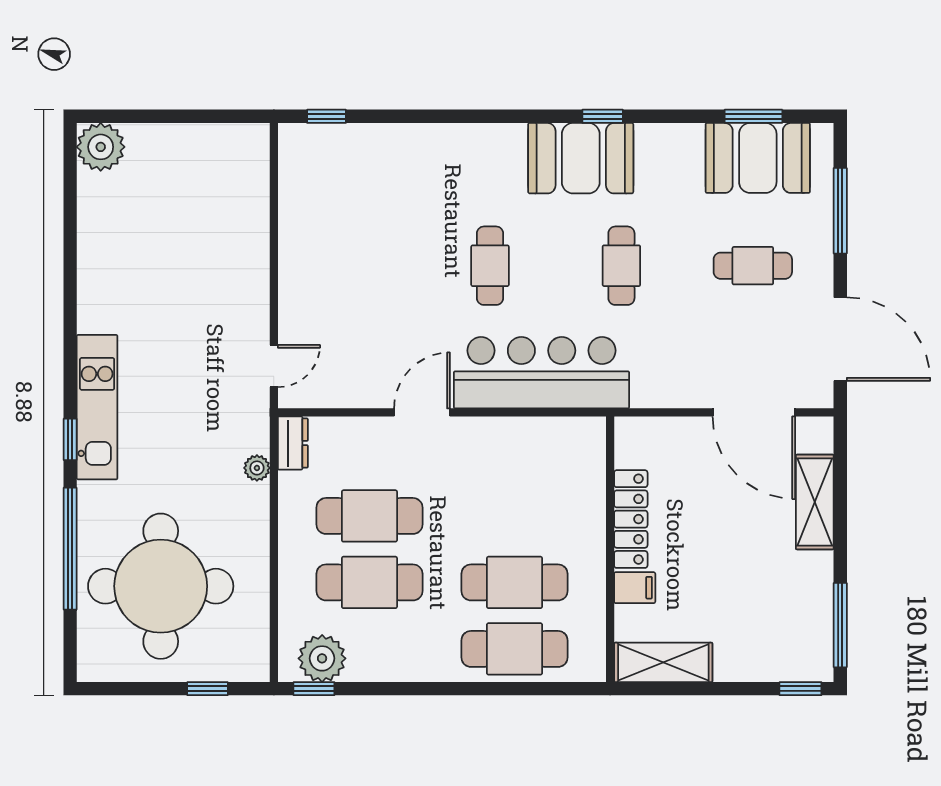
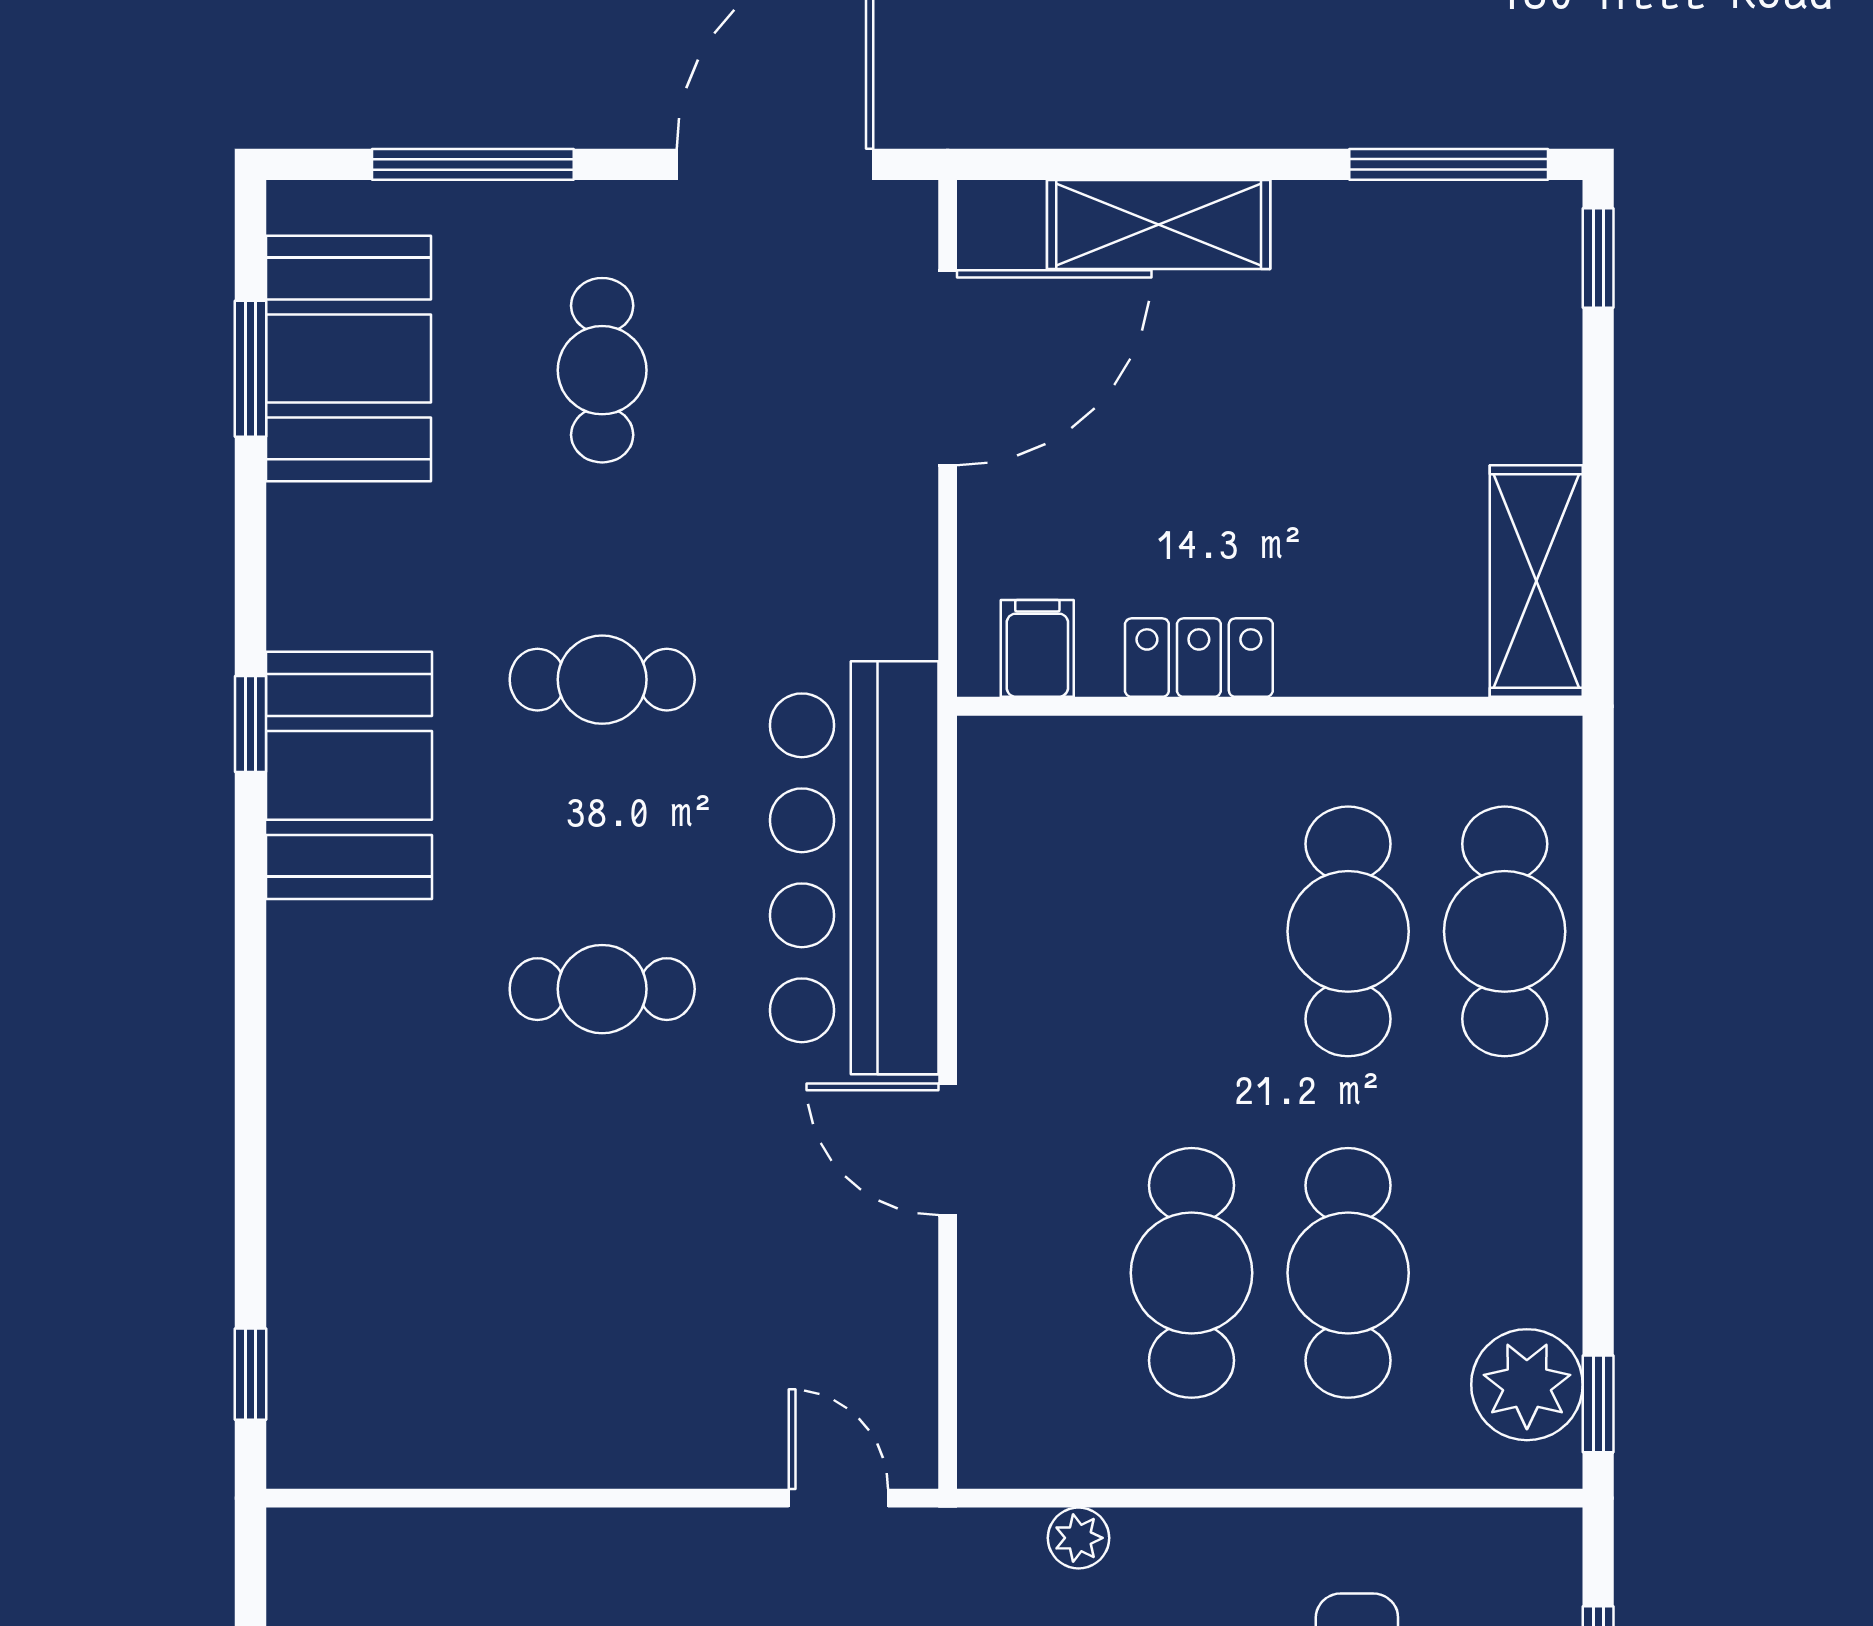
dresser: (293, 443) -> (1020, 1453), removed
locker: (631, 519) -> (1199, 658), width x0.66
filing cabinet: (635, 588) -> (1037, 648), moved

